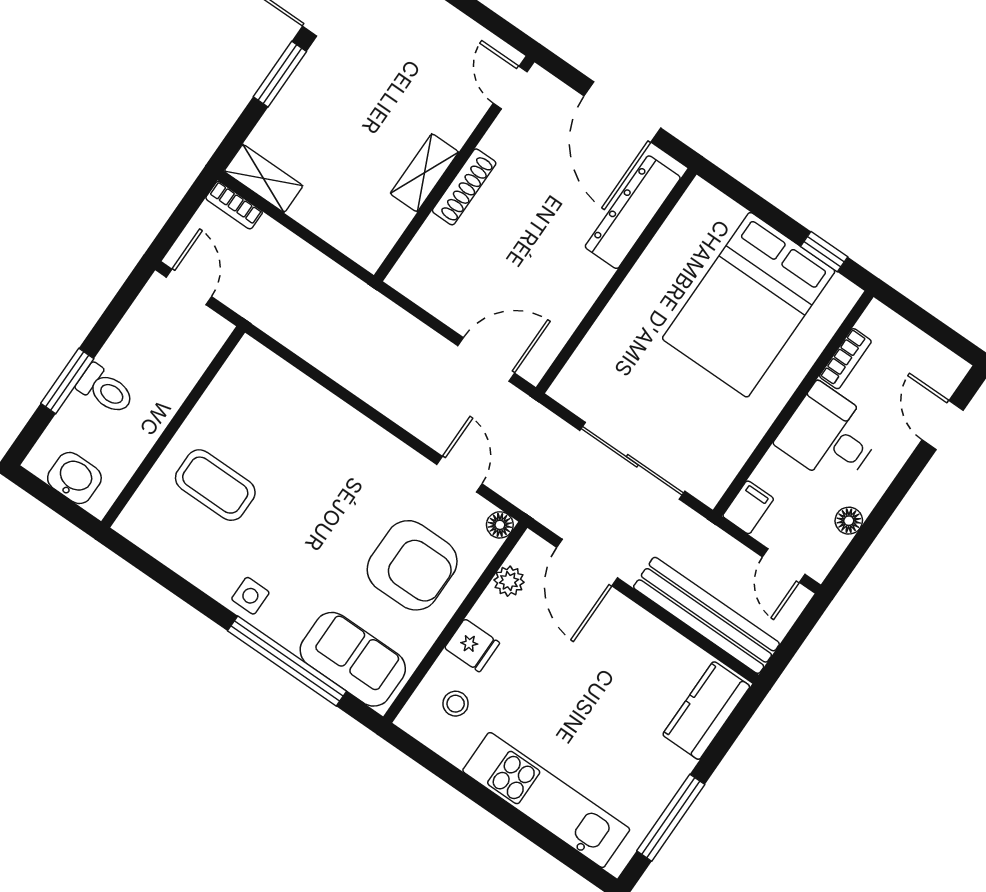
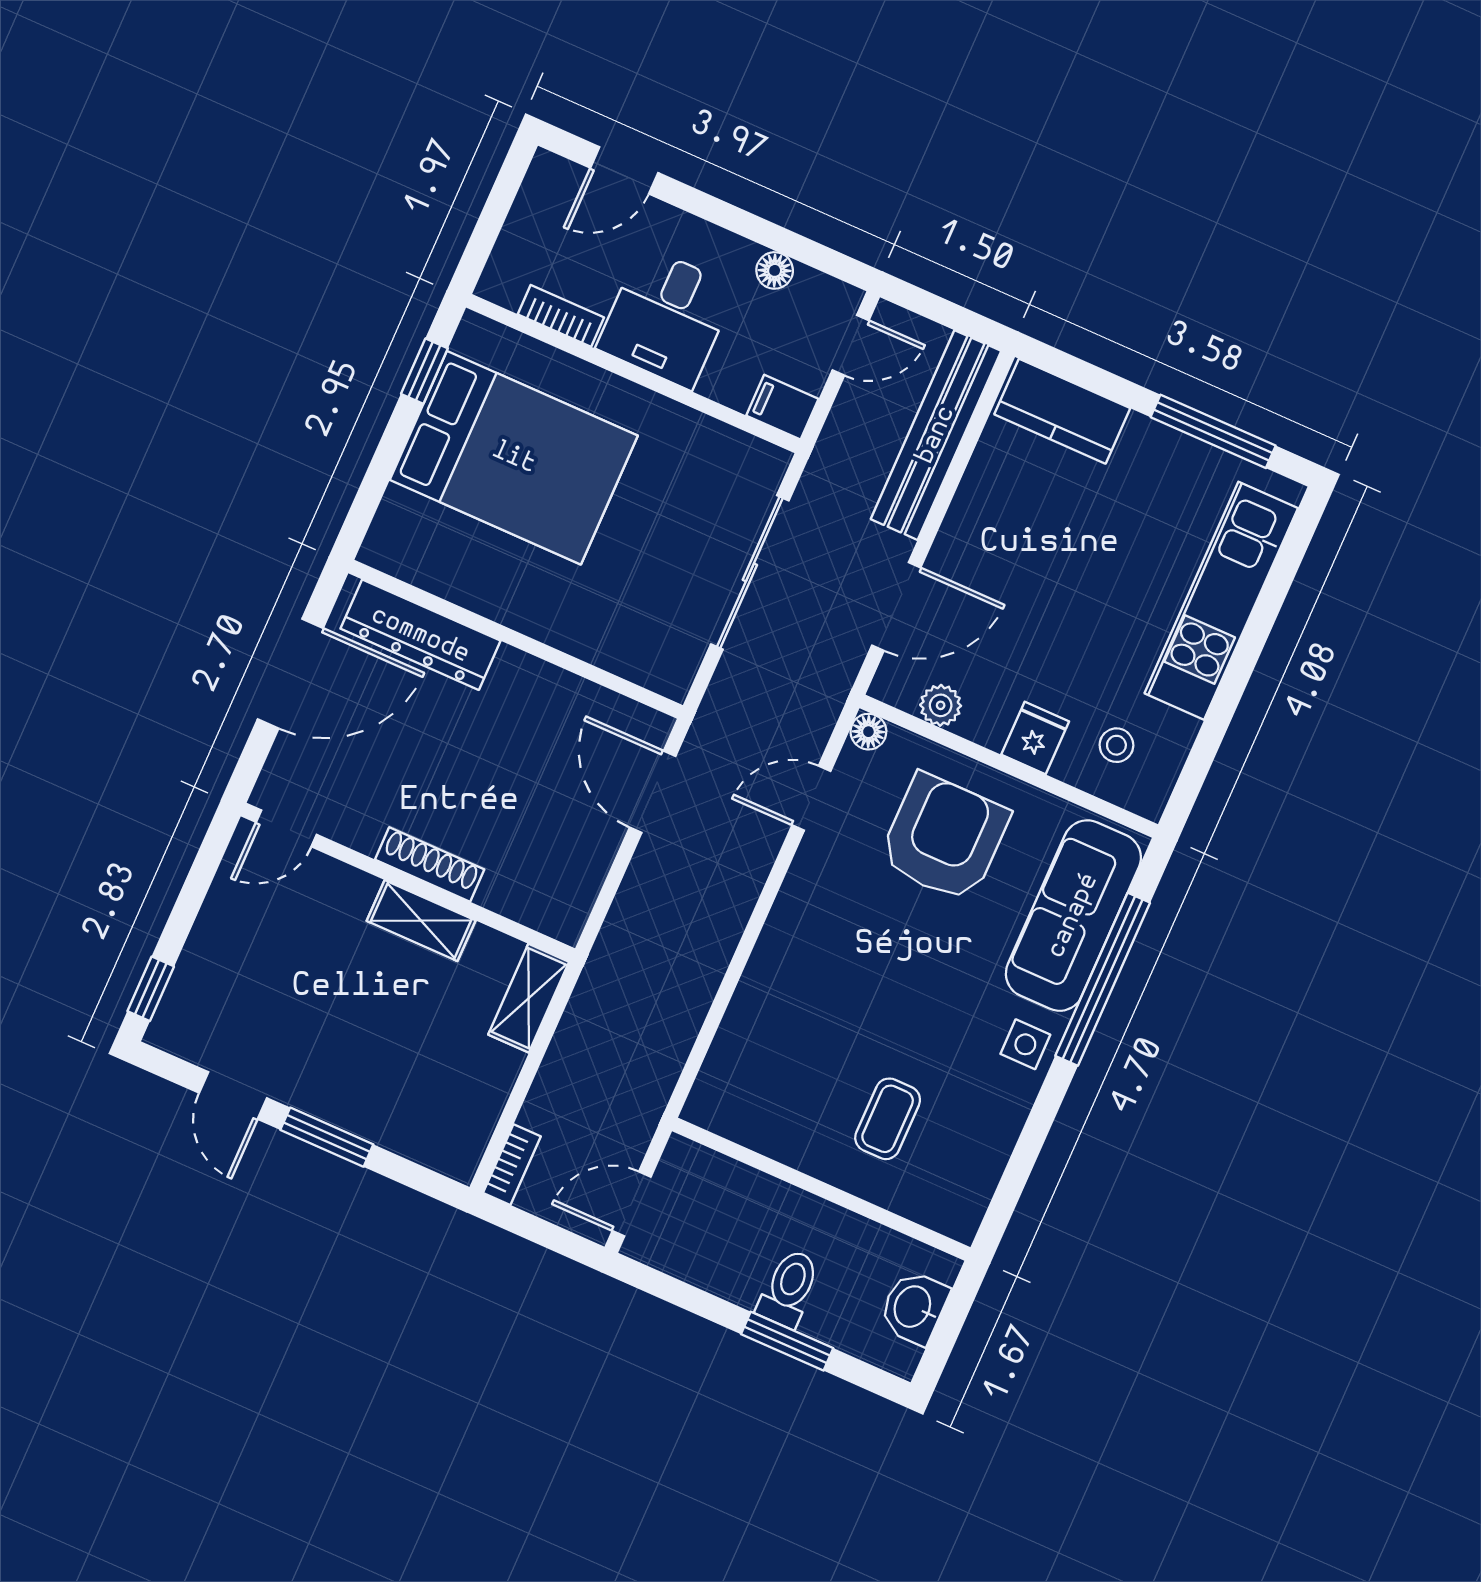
shelving: (264, 178) -> (529, 998), moved
coffee table: (215, 485) -> (888, 1119), width x0.73, depth x0.77
sofa: (353, 659) -> (1073, 916), width x1.36

